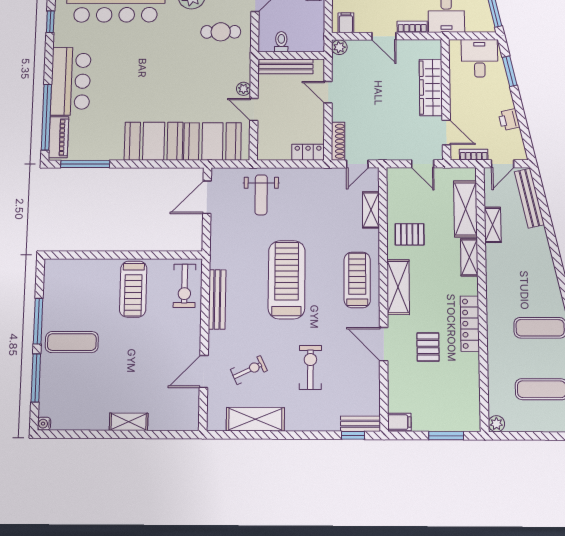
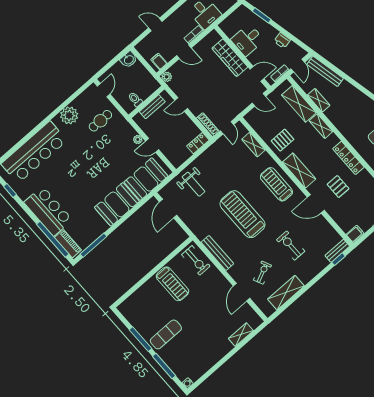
desk: (480, 58) -> (247, 40), moved, turned -90
bench: (286, 66) -> (152, 107), width x0.73
shelving: (129, 422) -> (241, 335), moved

